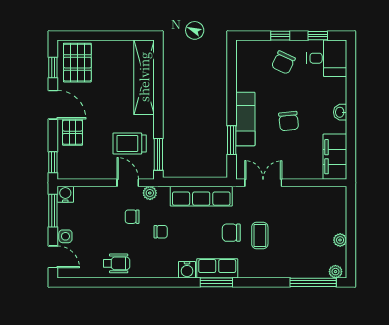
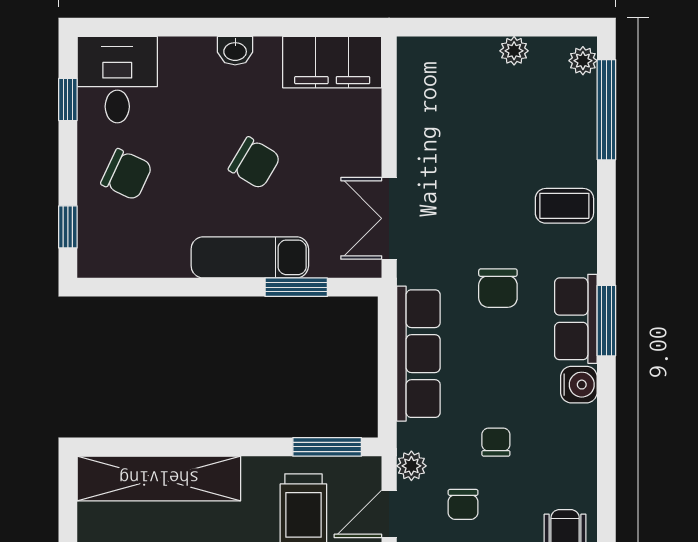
window: (280, 36) -> (68, 227), moved
chair: (289, 121) -> (255, 163), turned 37
coffee table: (260, 236) -> (564, 206), moved

